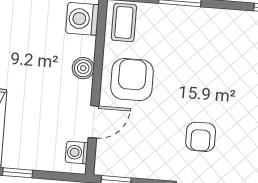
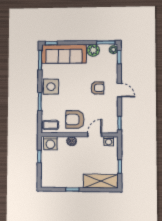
side table: (212, 30) -> (51, 87), added
door: (94, 122) -> (95, 135), hinge flipped

